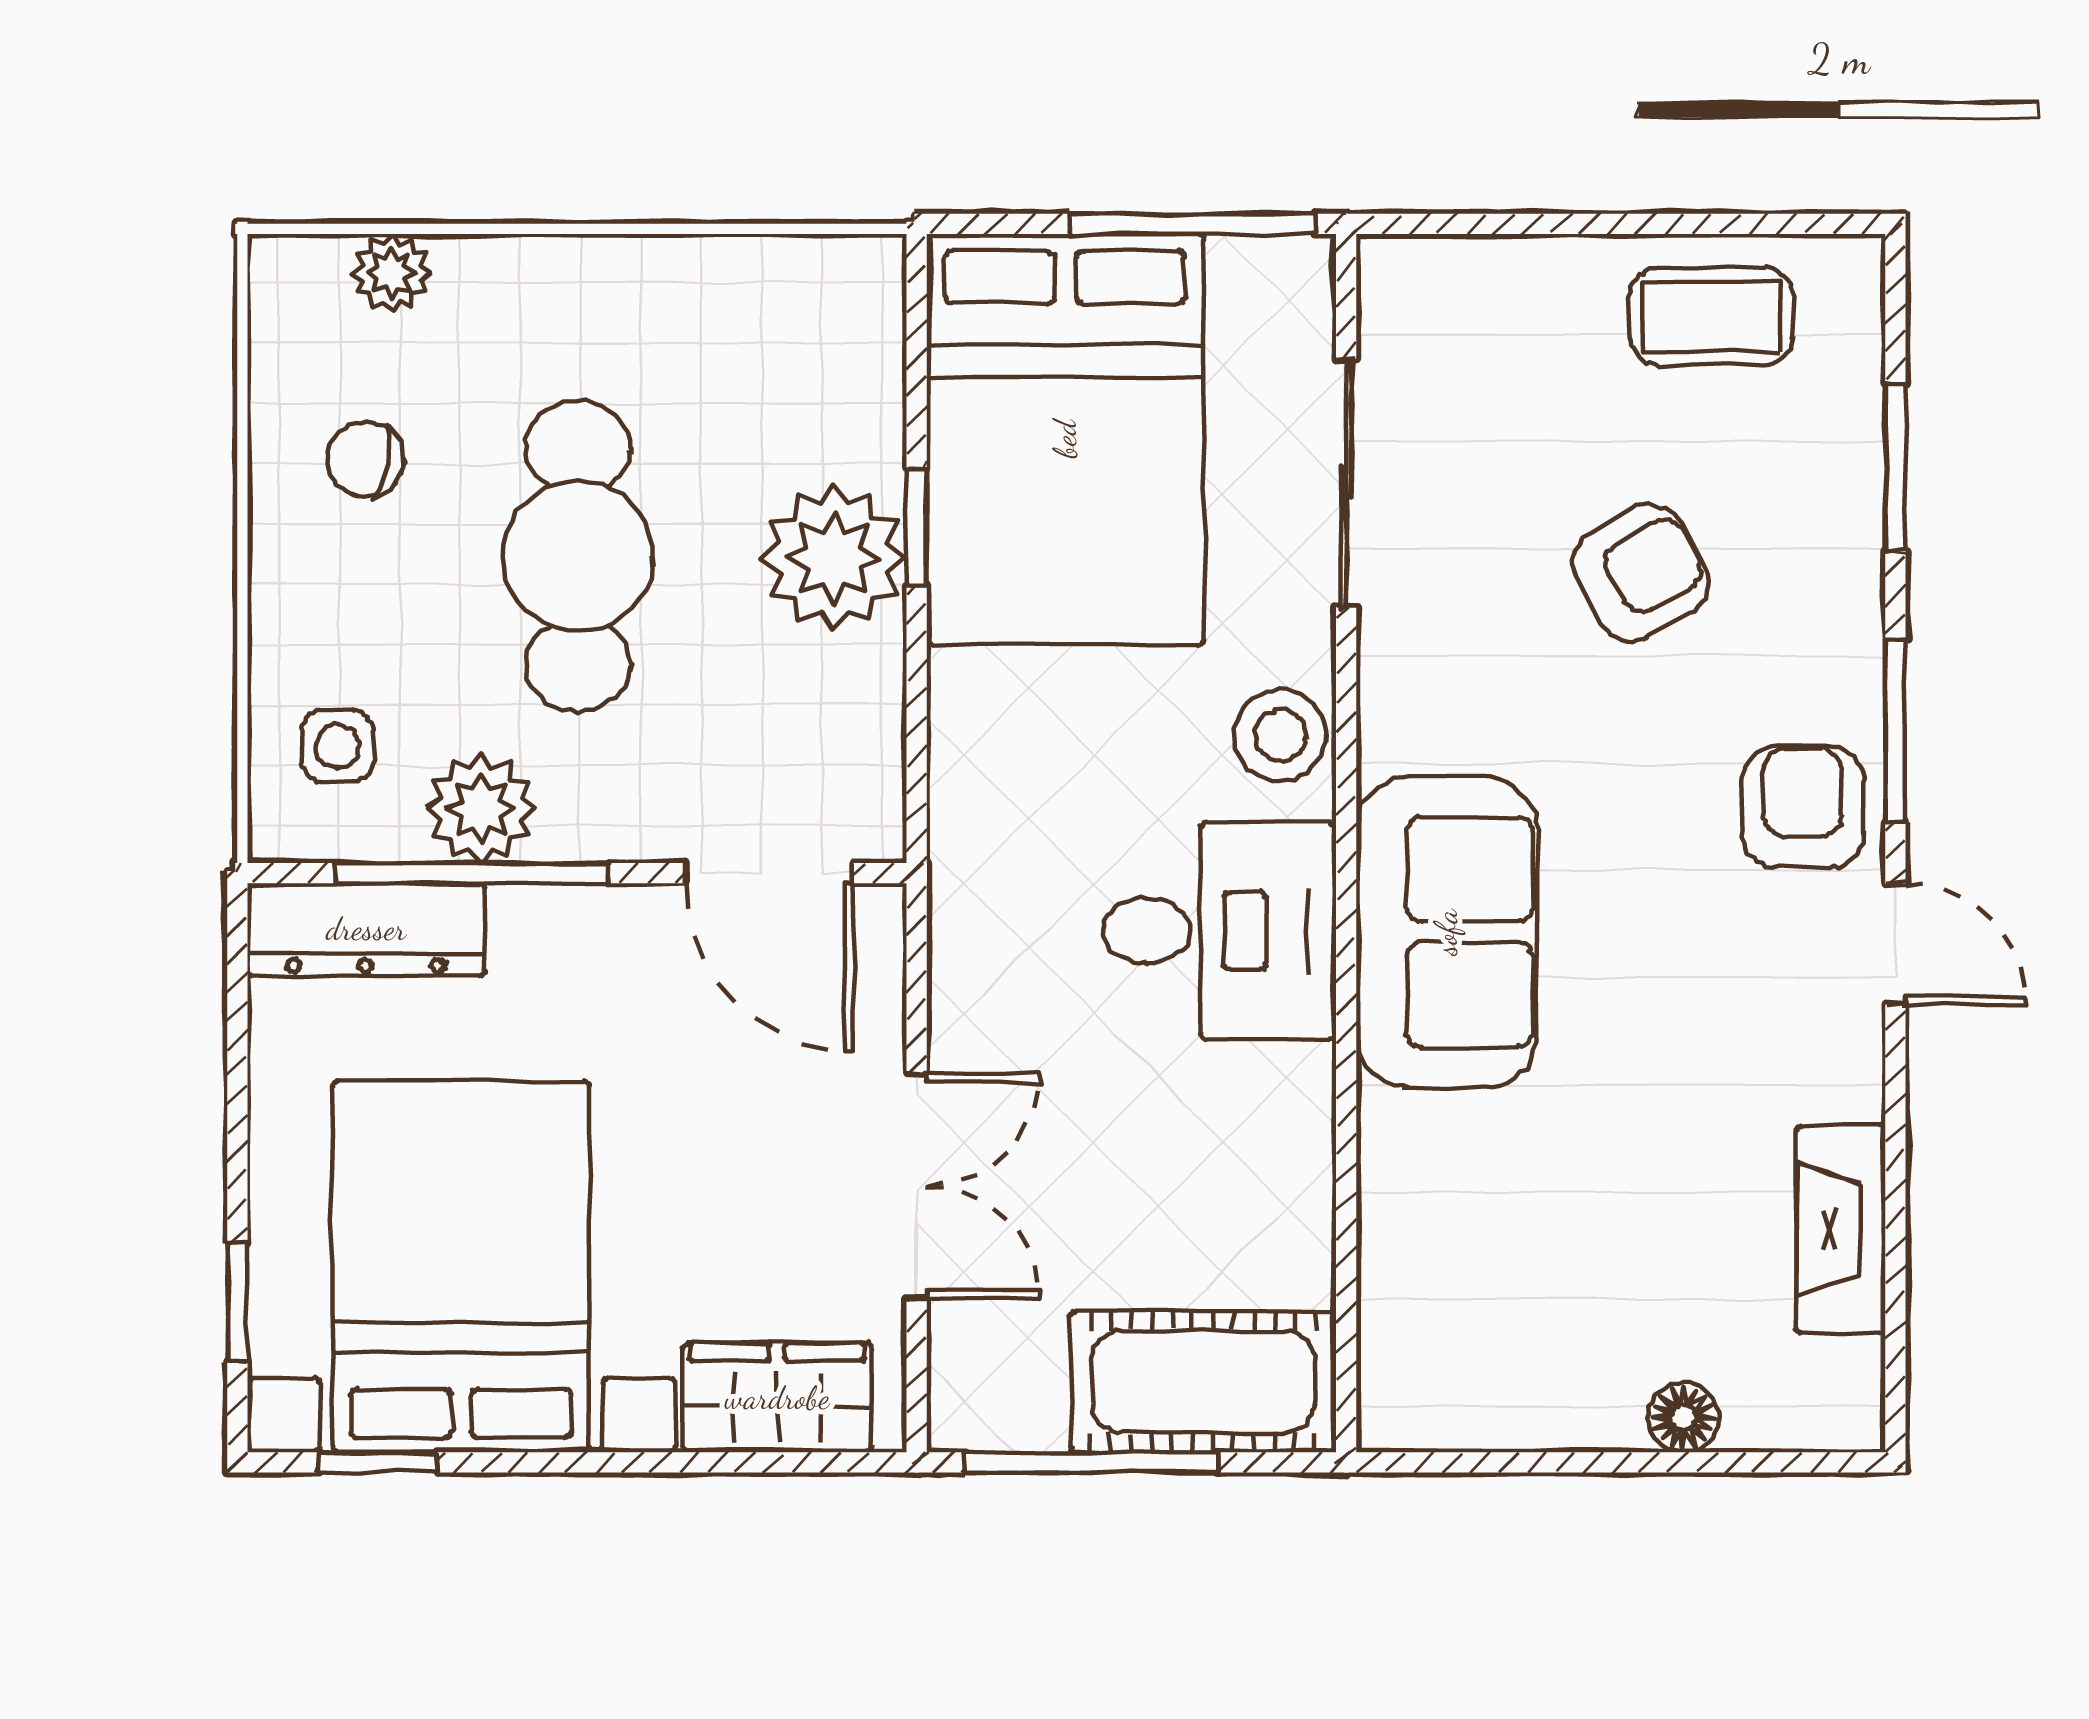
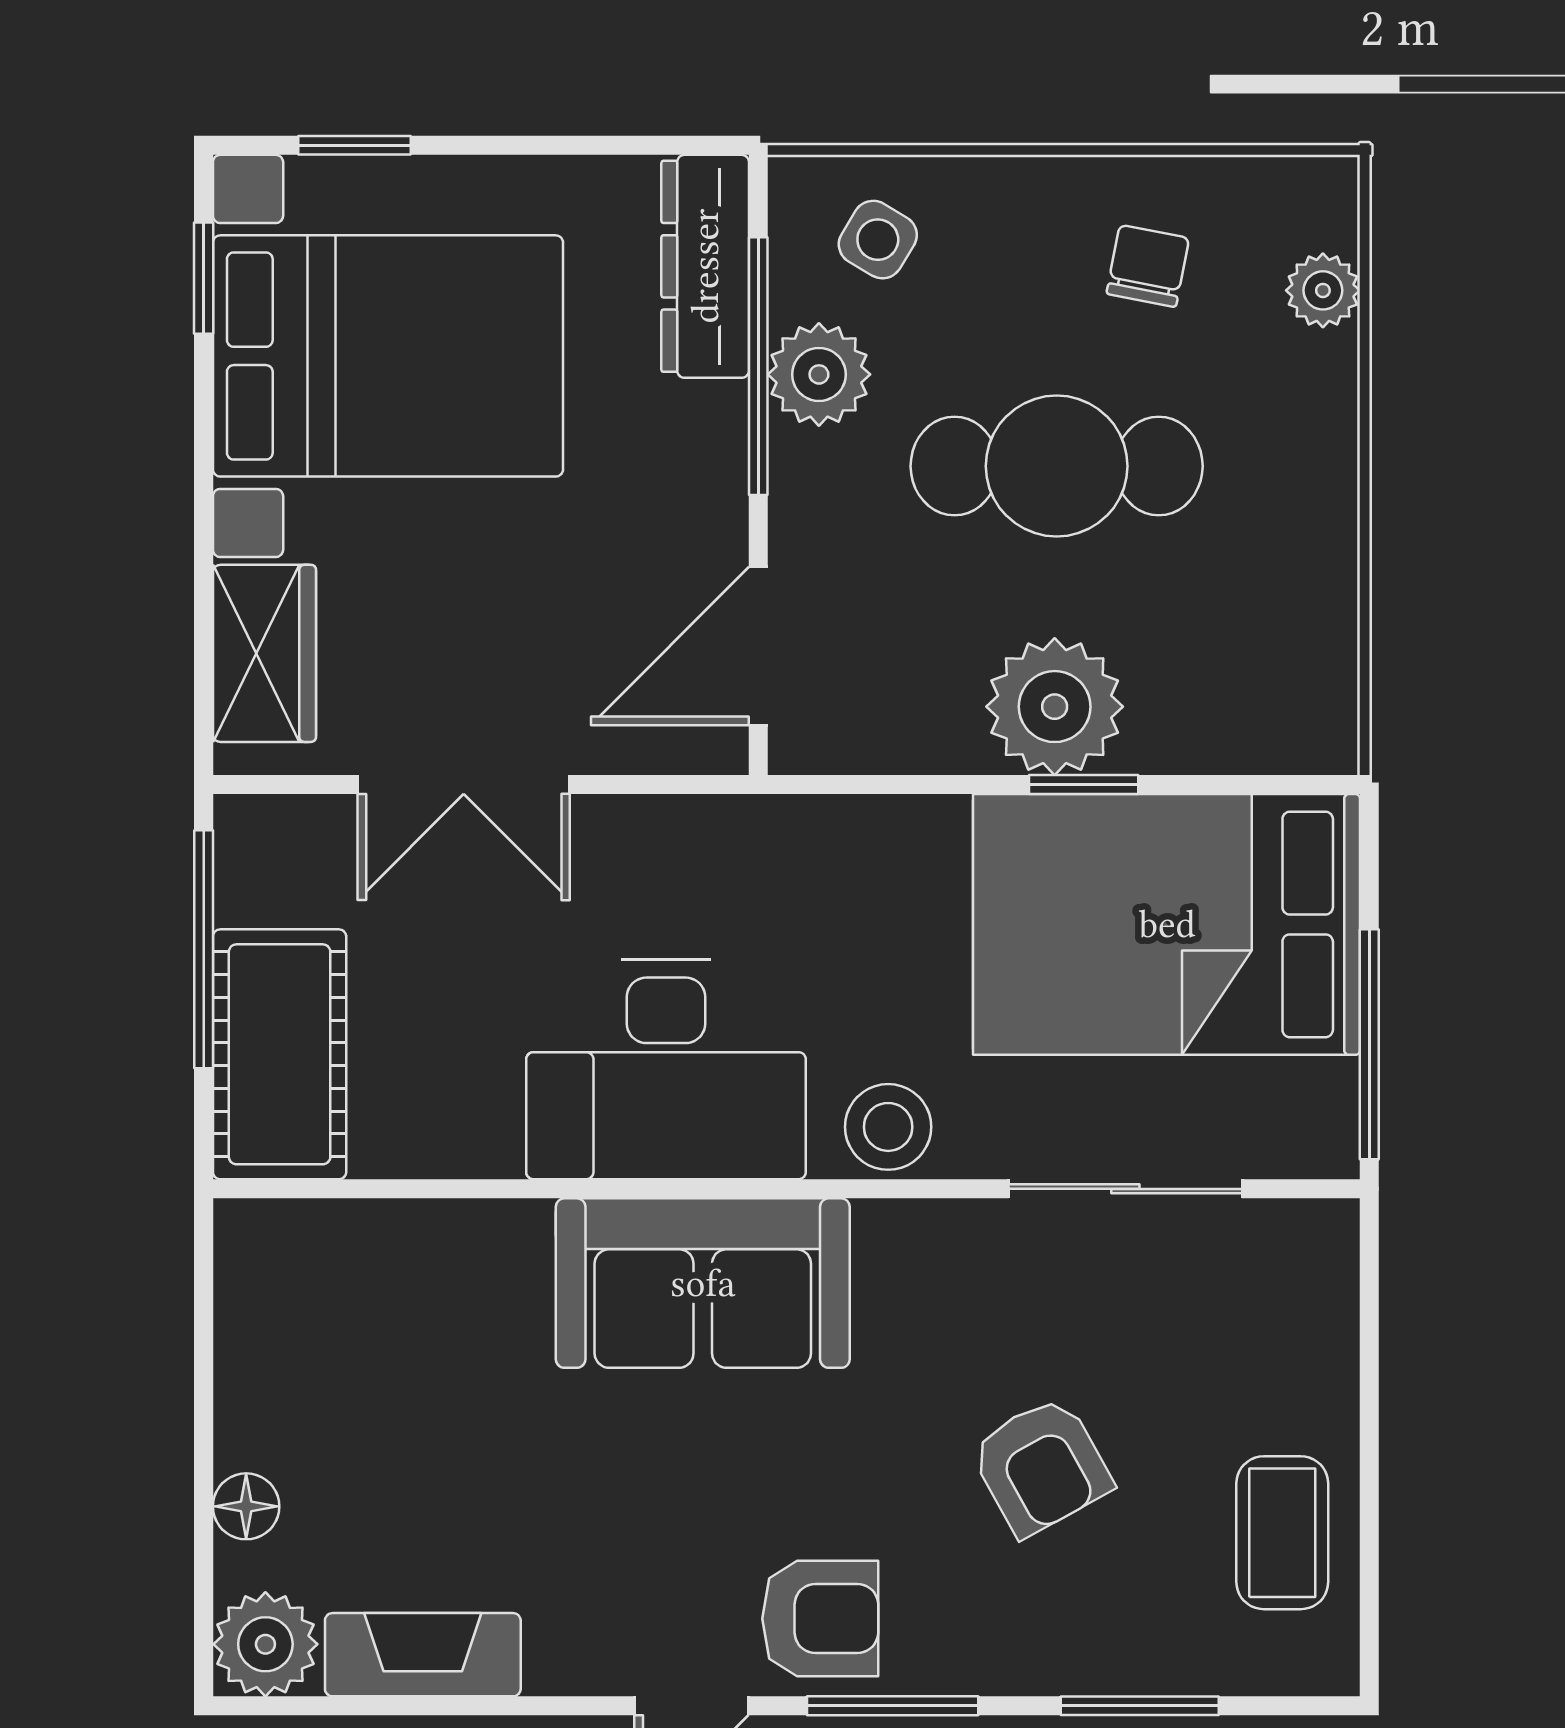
side table: (337, 746) -> (878, 240), turned 31
desk: (1219, 931) -> (666, 1070), width x1.37
plant: (1830, 1397) -> (265, 1644), added

